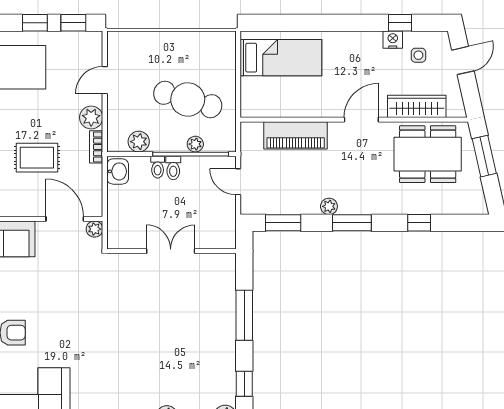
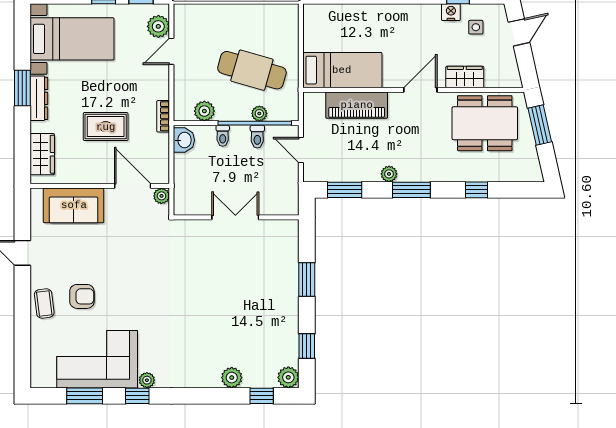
bed: (281, 58) -> (342, 70), moved
wardrobe: (417, 106) -> (465, 77), width x0.67
plant: (91, 117) -> (158, 26), moved
toilet: (173, 168) -> (257, 137), moved
window: (244, 315) -> (307, 280), width x0.69

